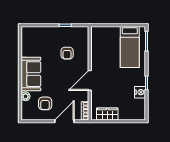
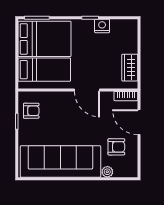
bed: (106, 47) -> (44, 70), added
bed: (130, 47) -> (45, 39), width x1.50
armchair: (67, 53) -> (31, 111), moved
sofa: (31, 74) -> (60, 162), width x1.85, depth x1.27

